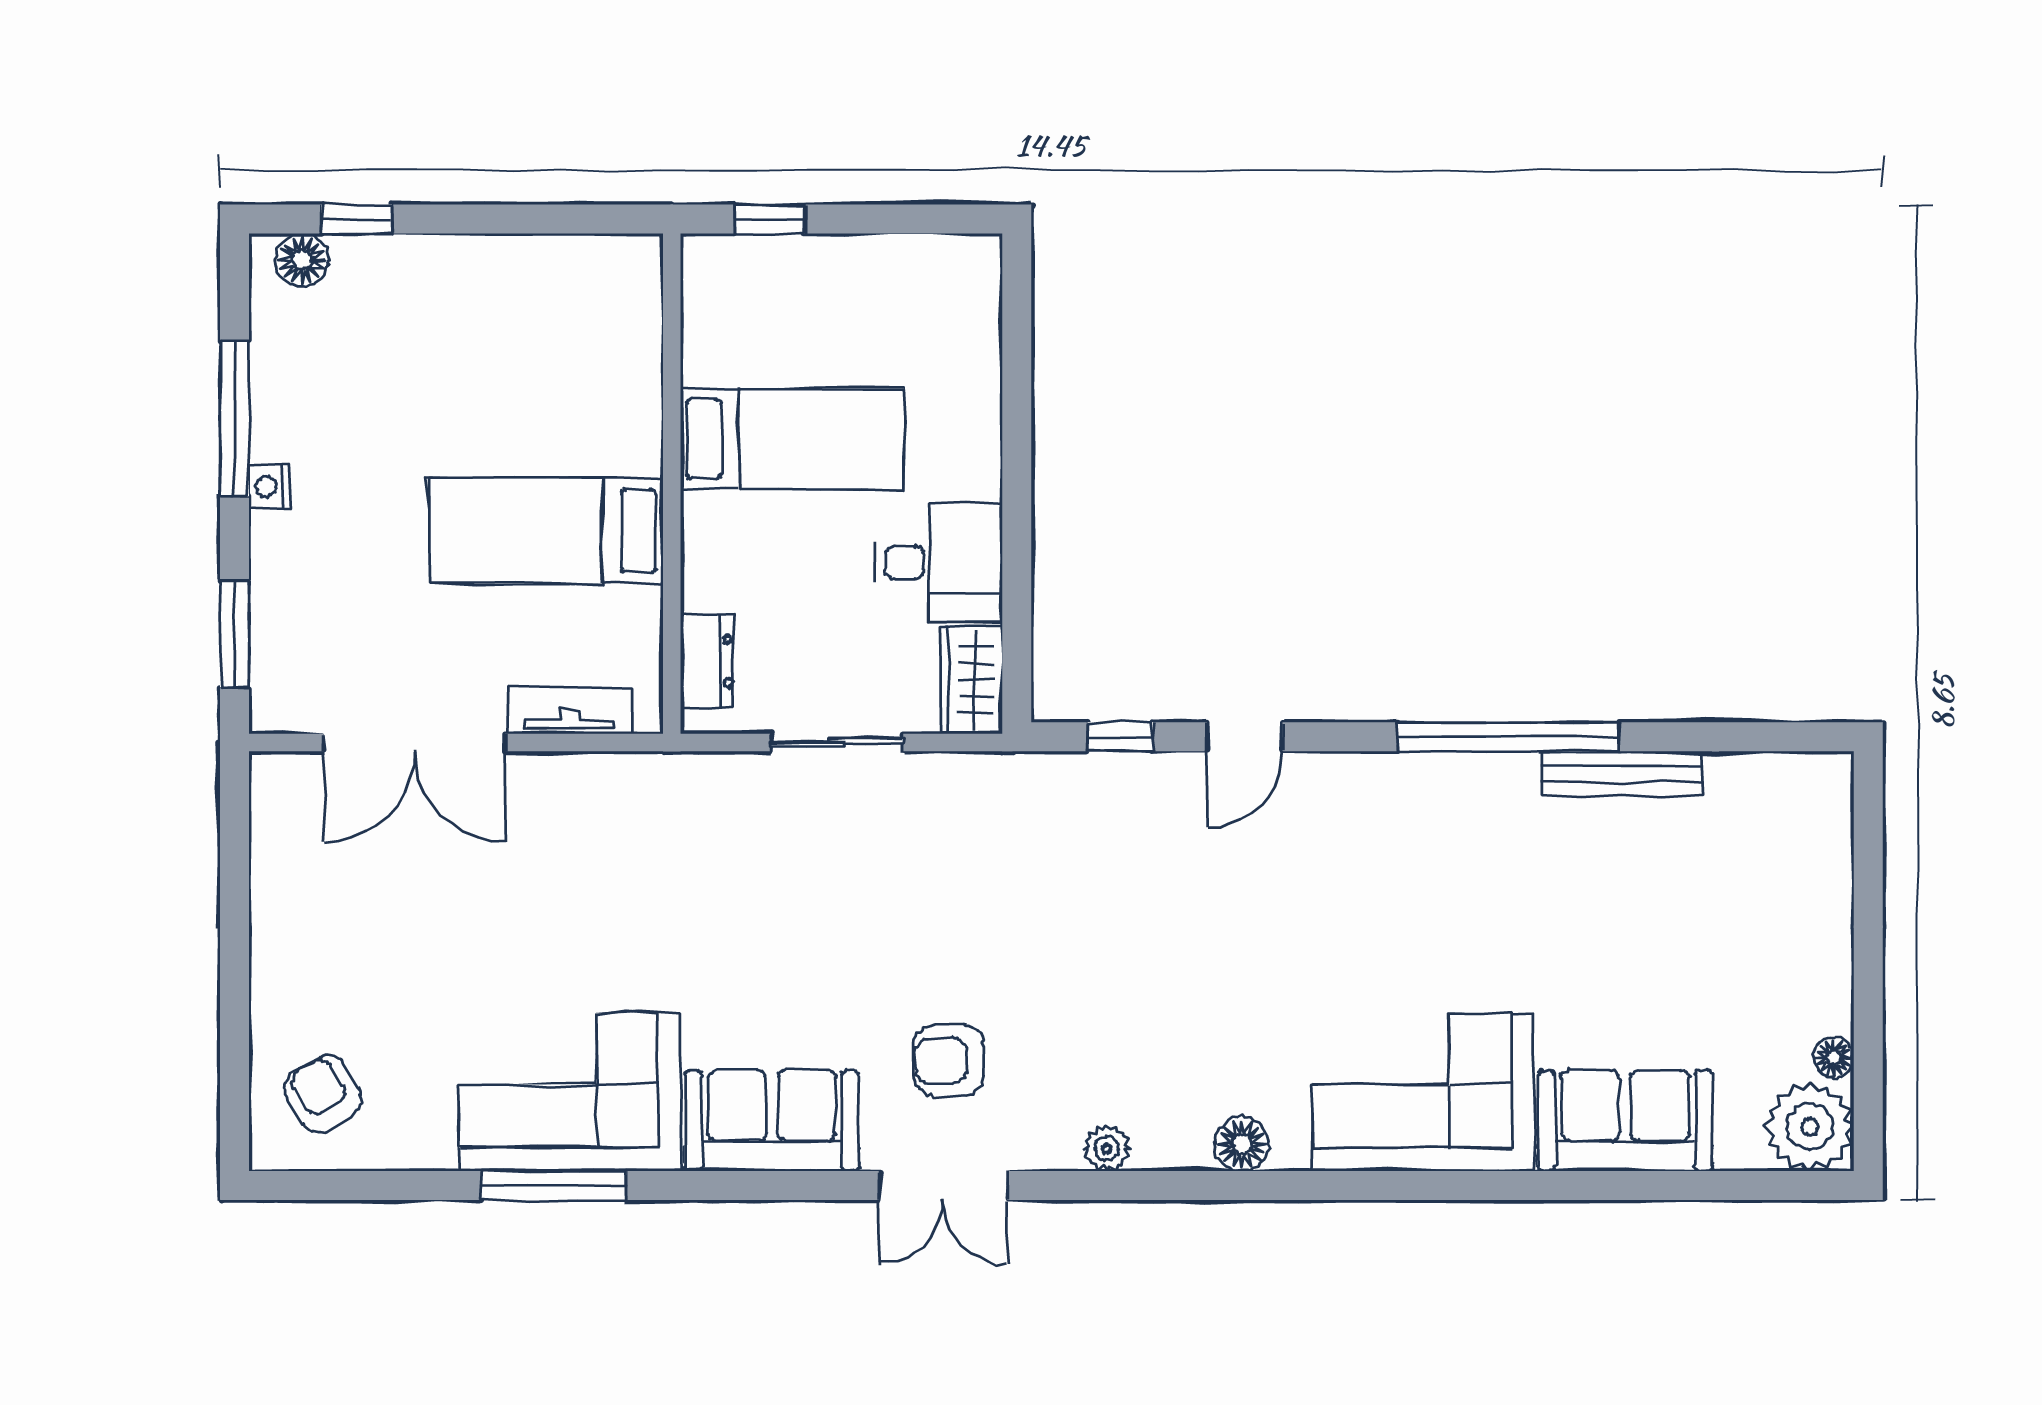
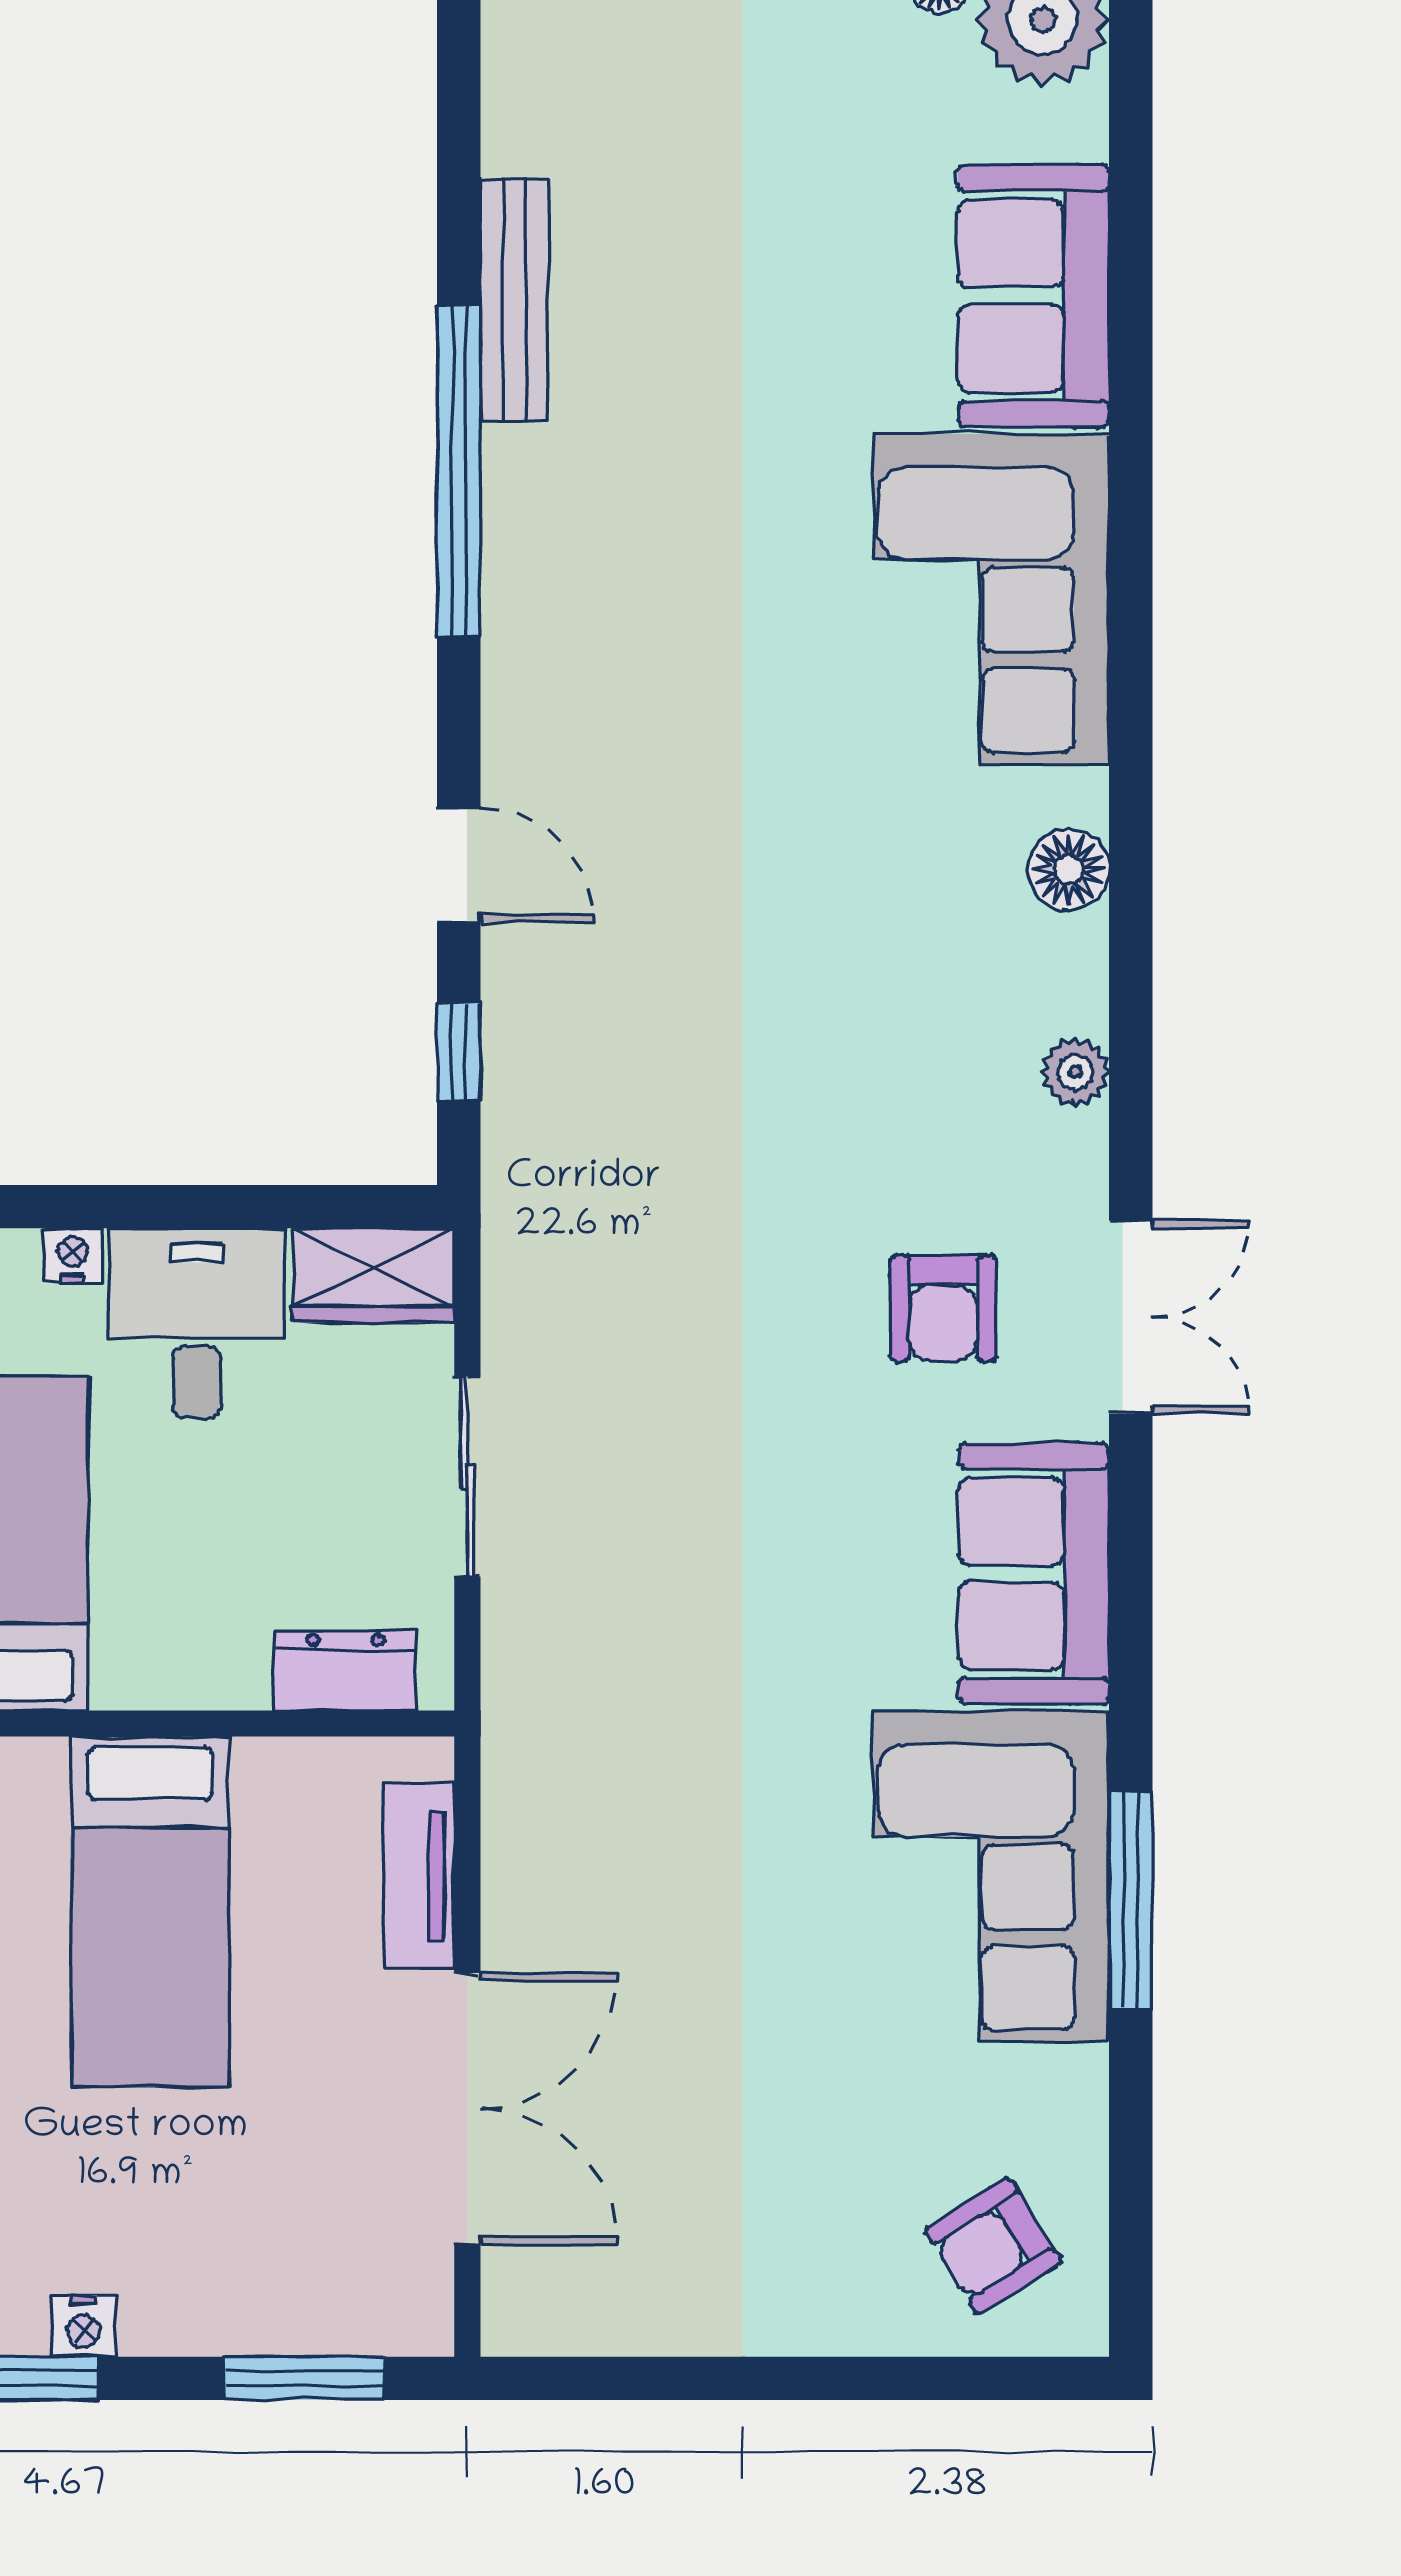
nightstand: (984, 479) -> (73, 1256), added

